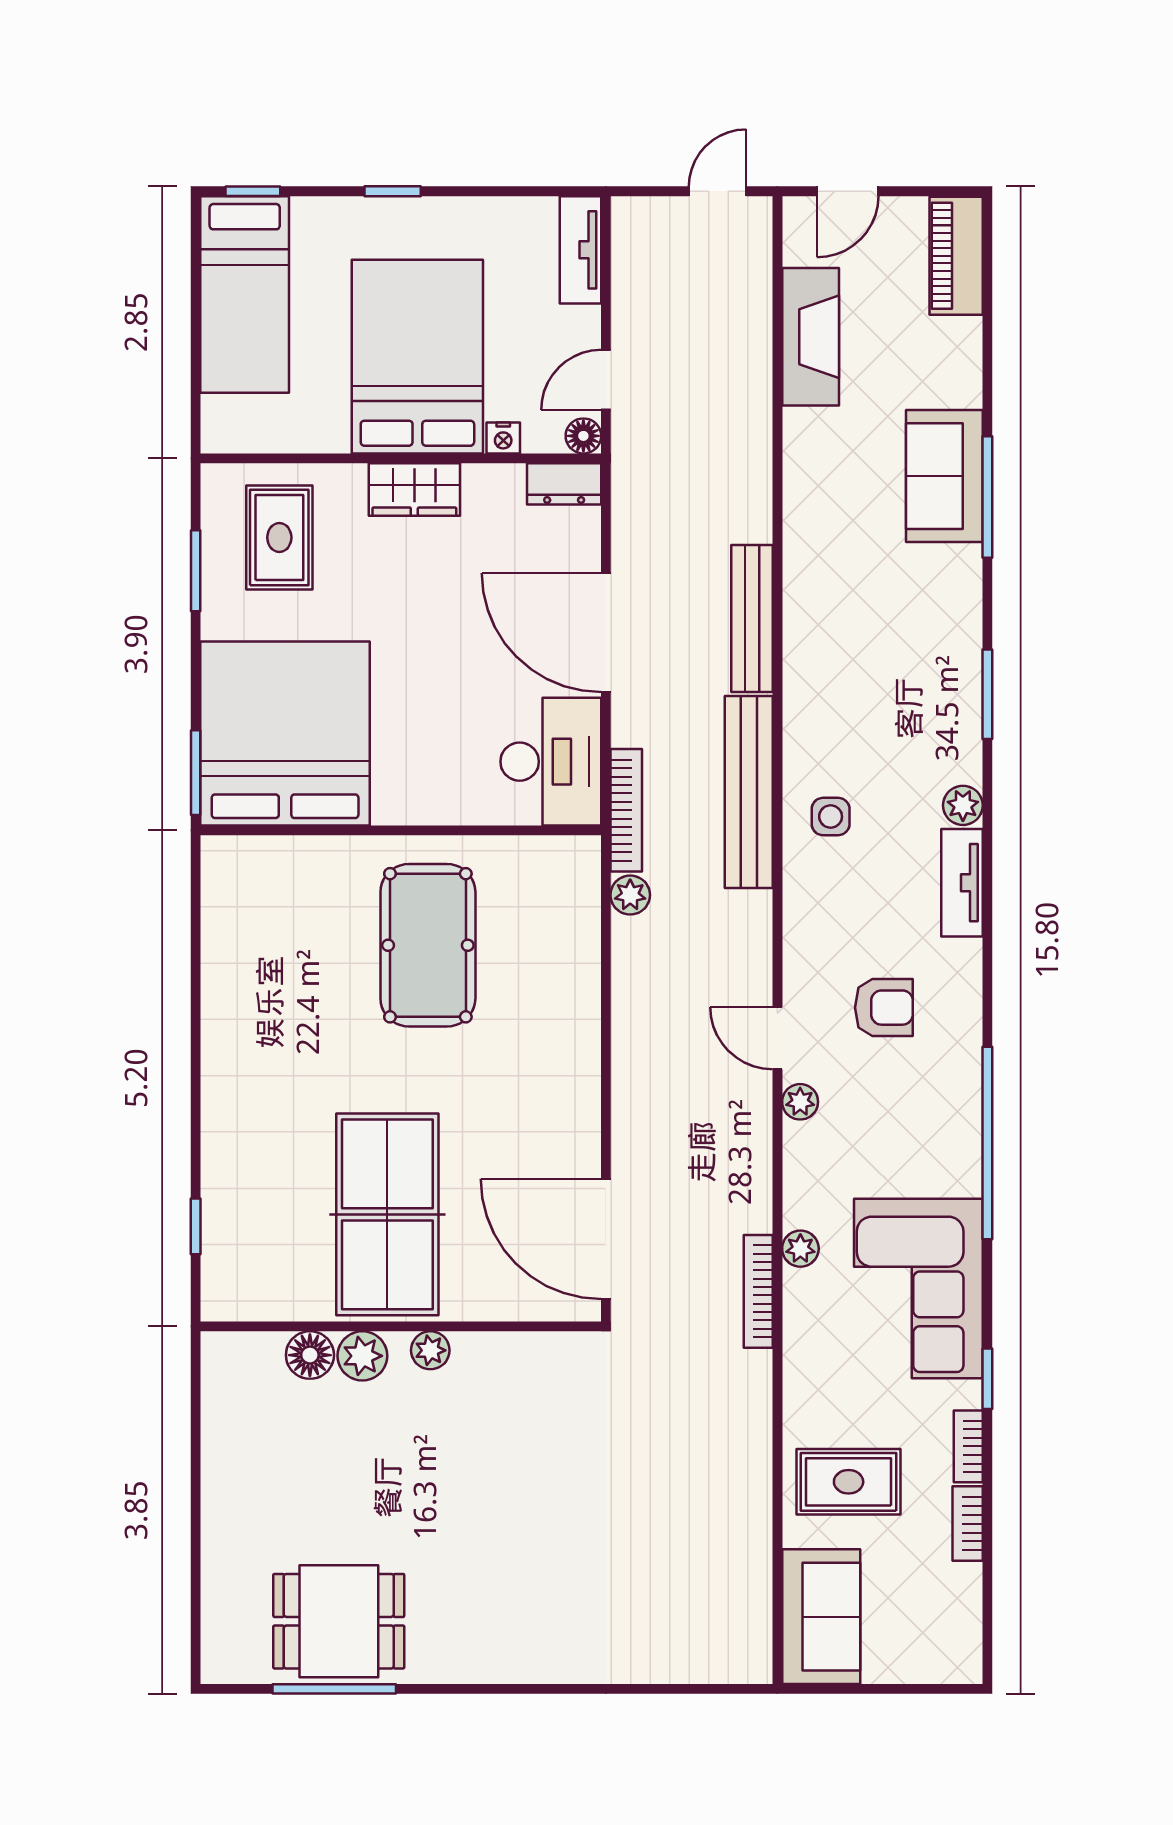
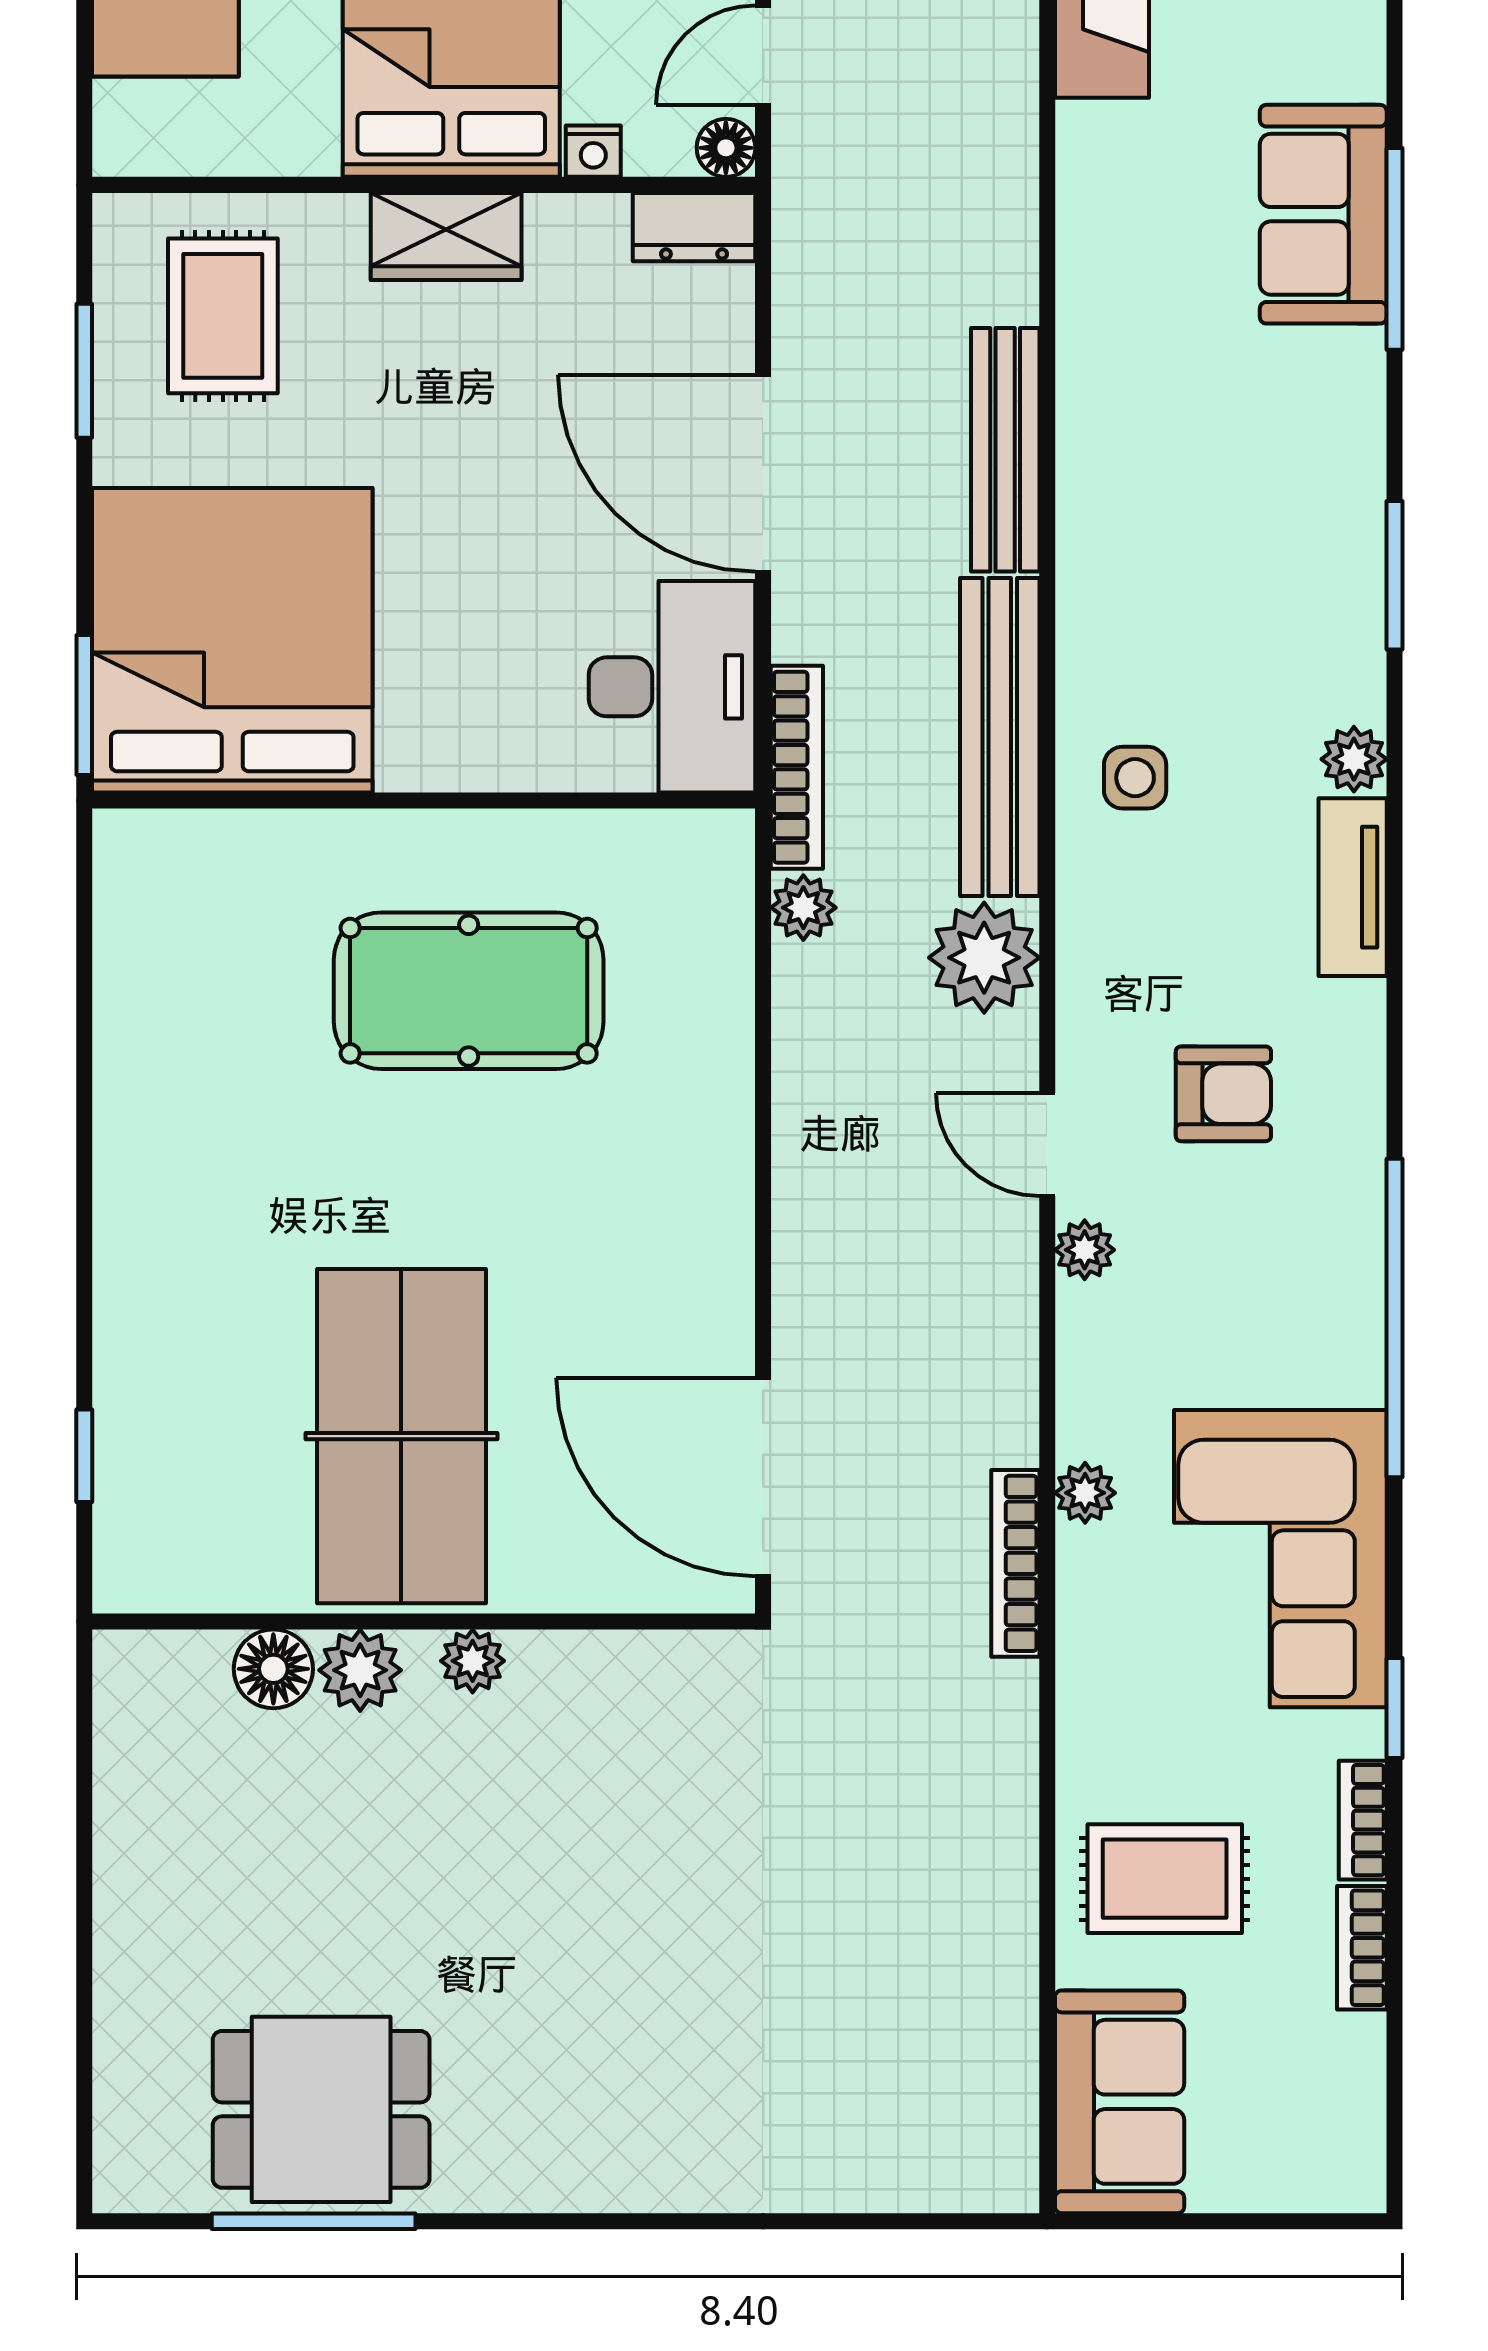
plant: (739, 925) -> (984, 958), added
pool table: (428, 945) -> (469, 991), turned 90

